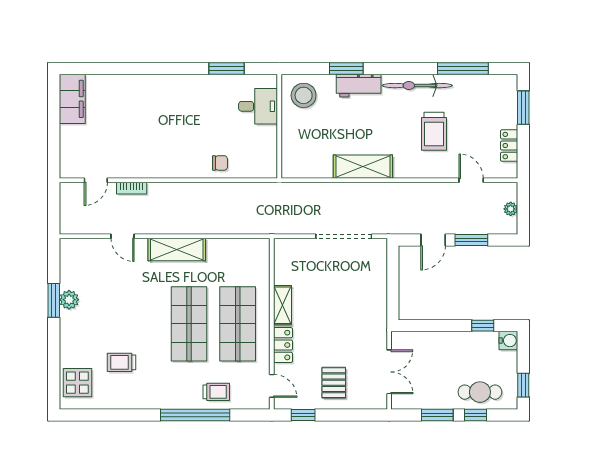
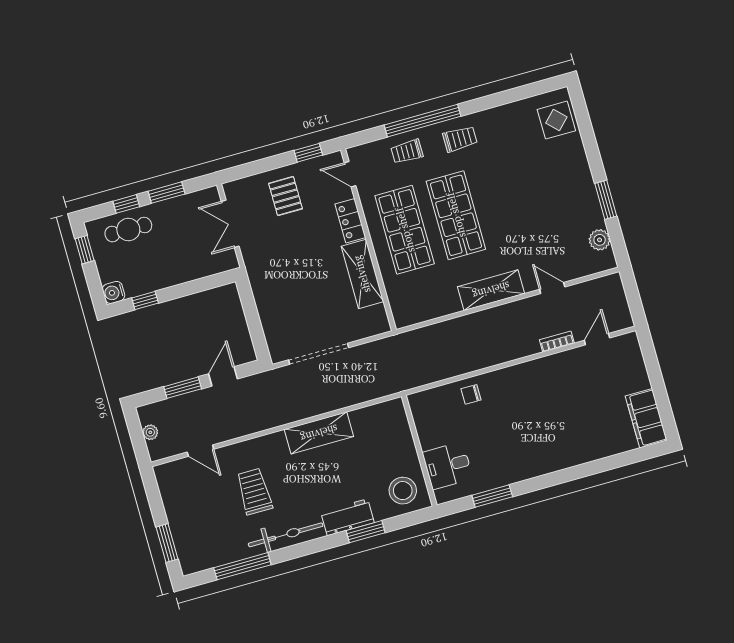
locker: (509, 146) -> (171, 499), removed
plant: (69, 300) -> (600, 240), moved
shelving: (283, 305) -> (362, 274), width x1.50, depth x1.33
trolley: (121, 362) -> (460, 139), moved

